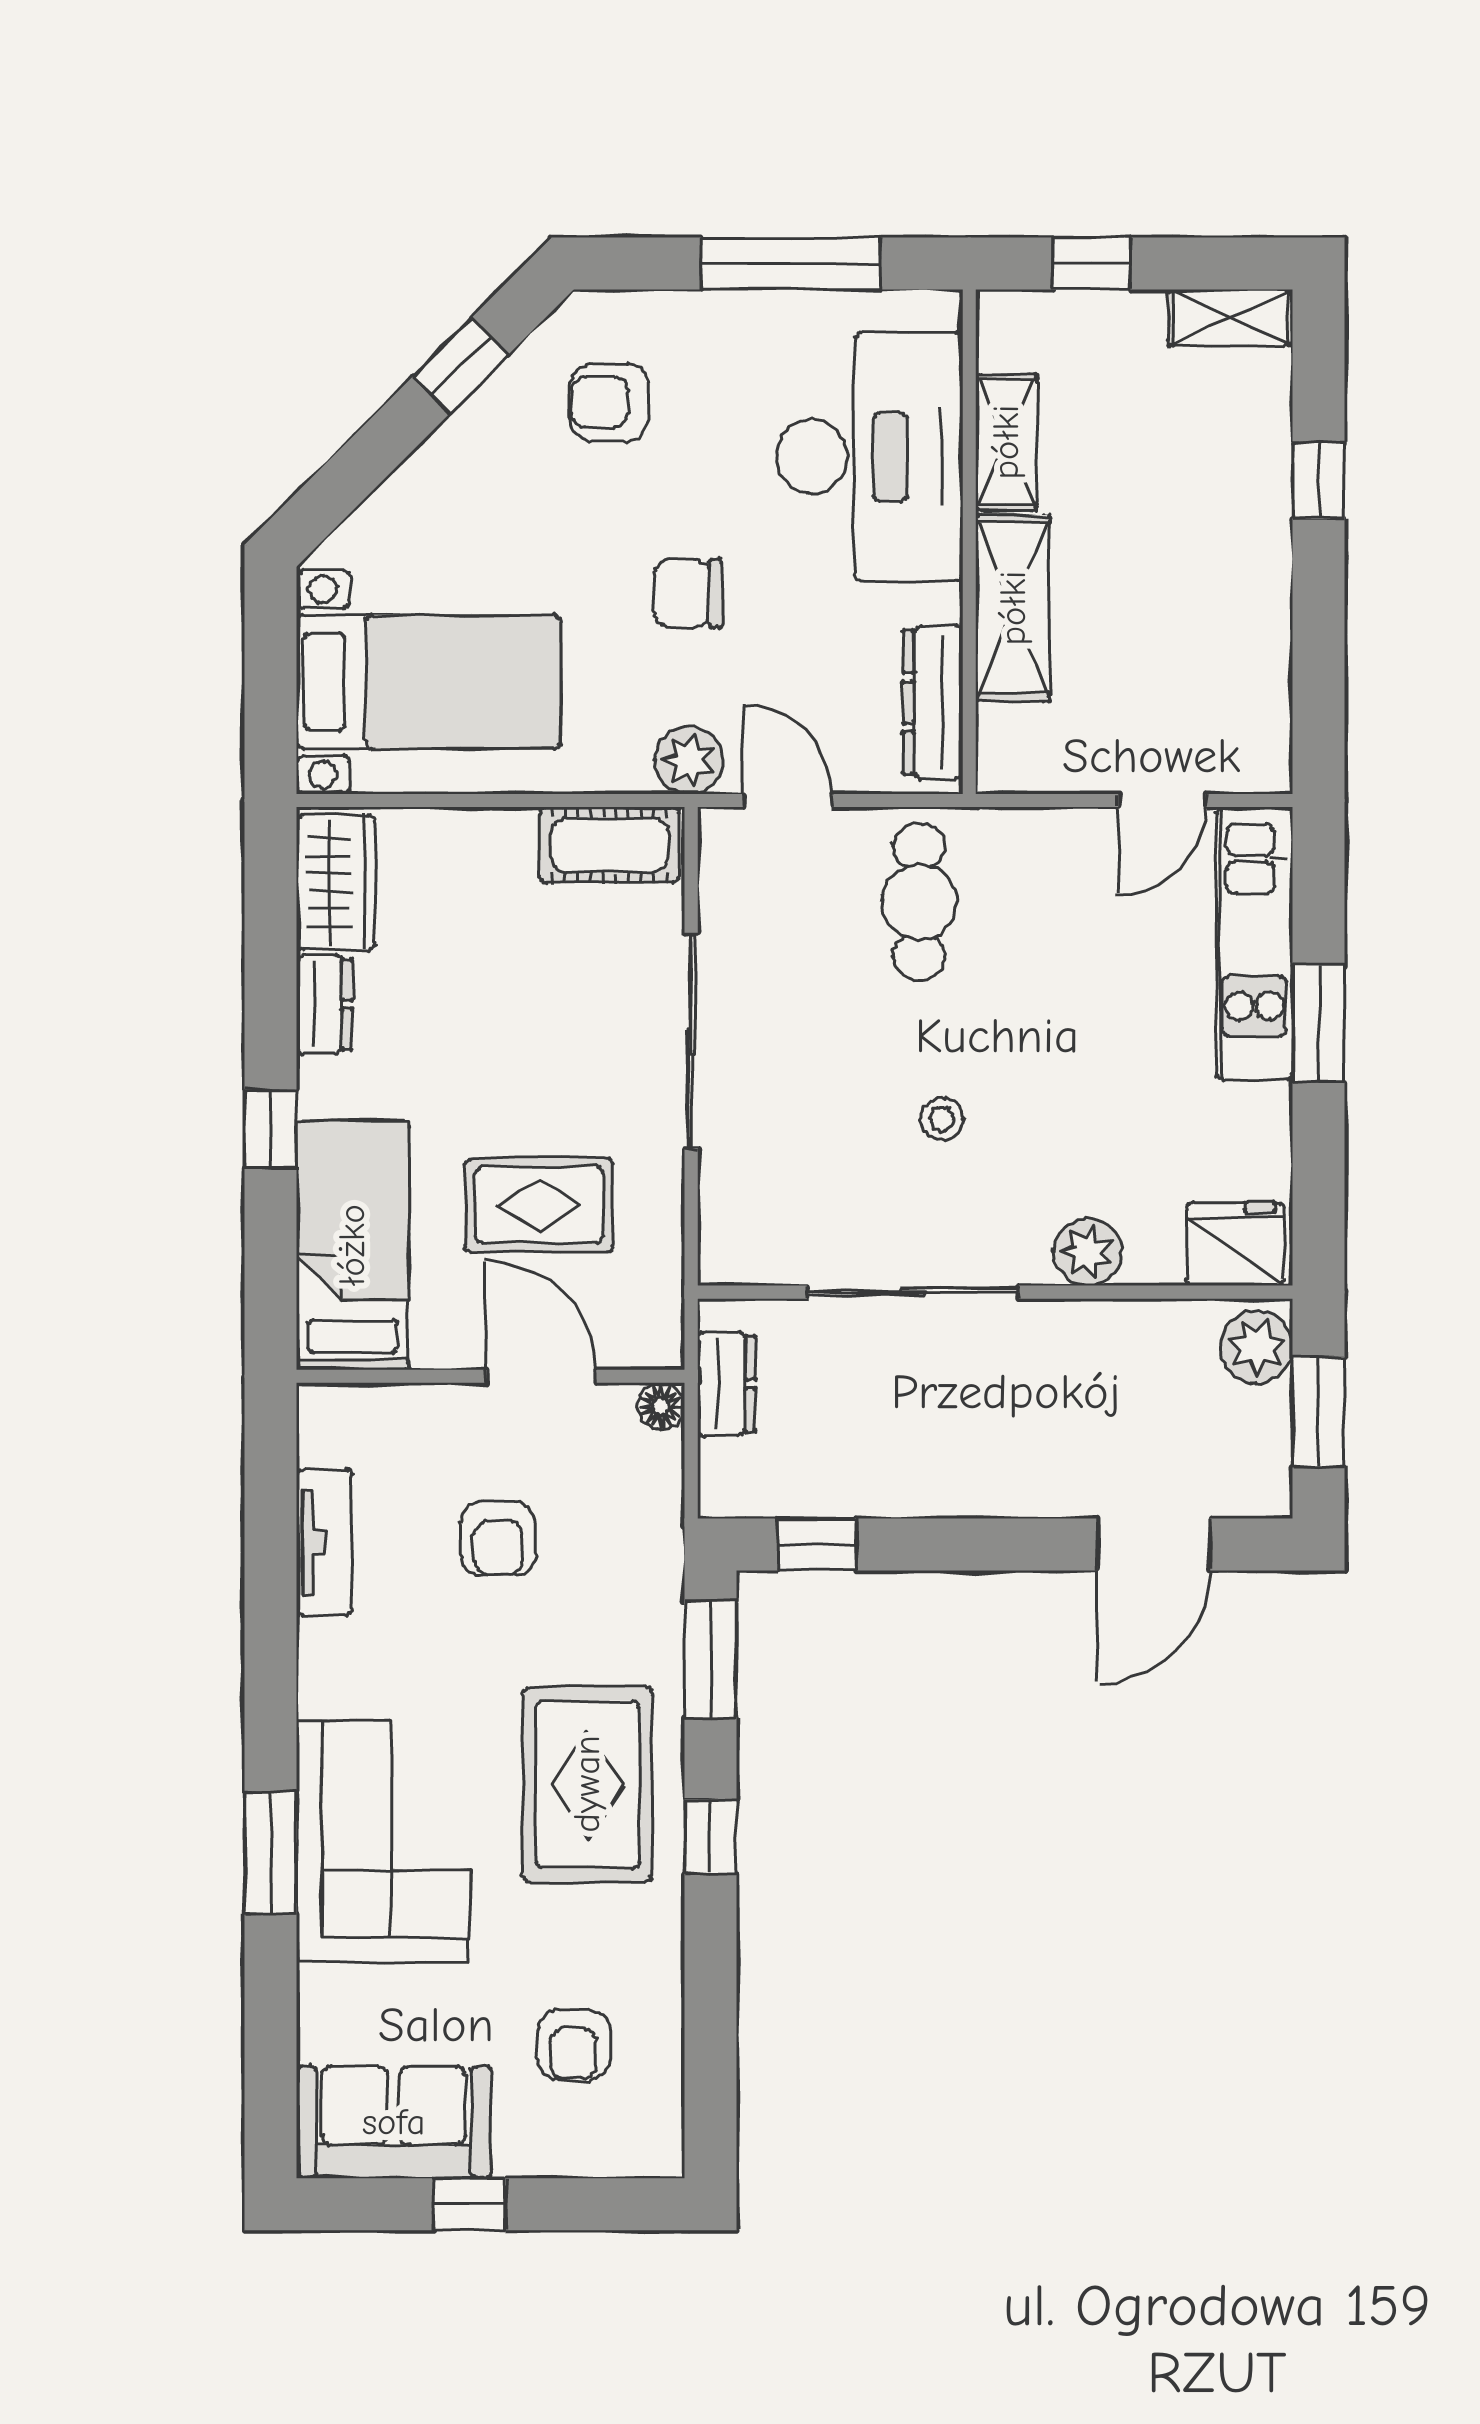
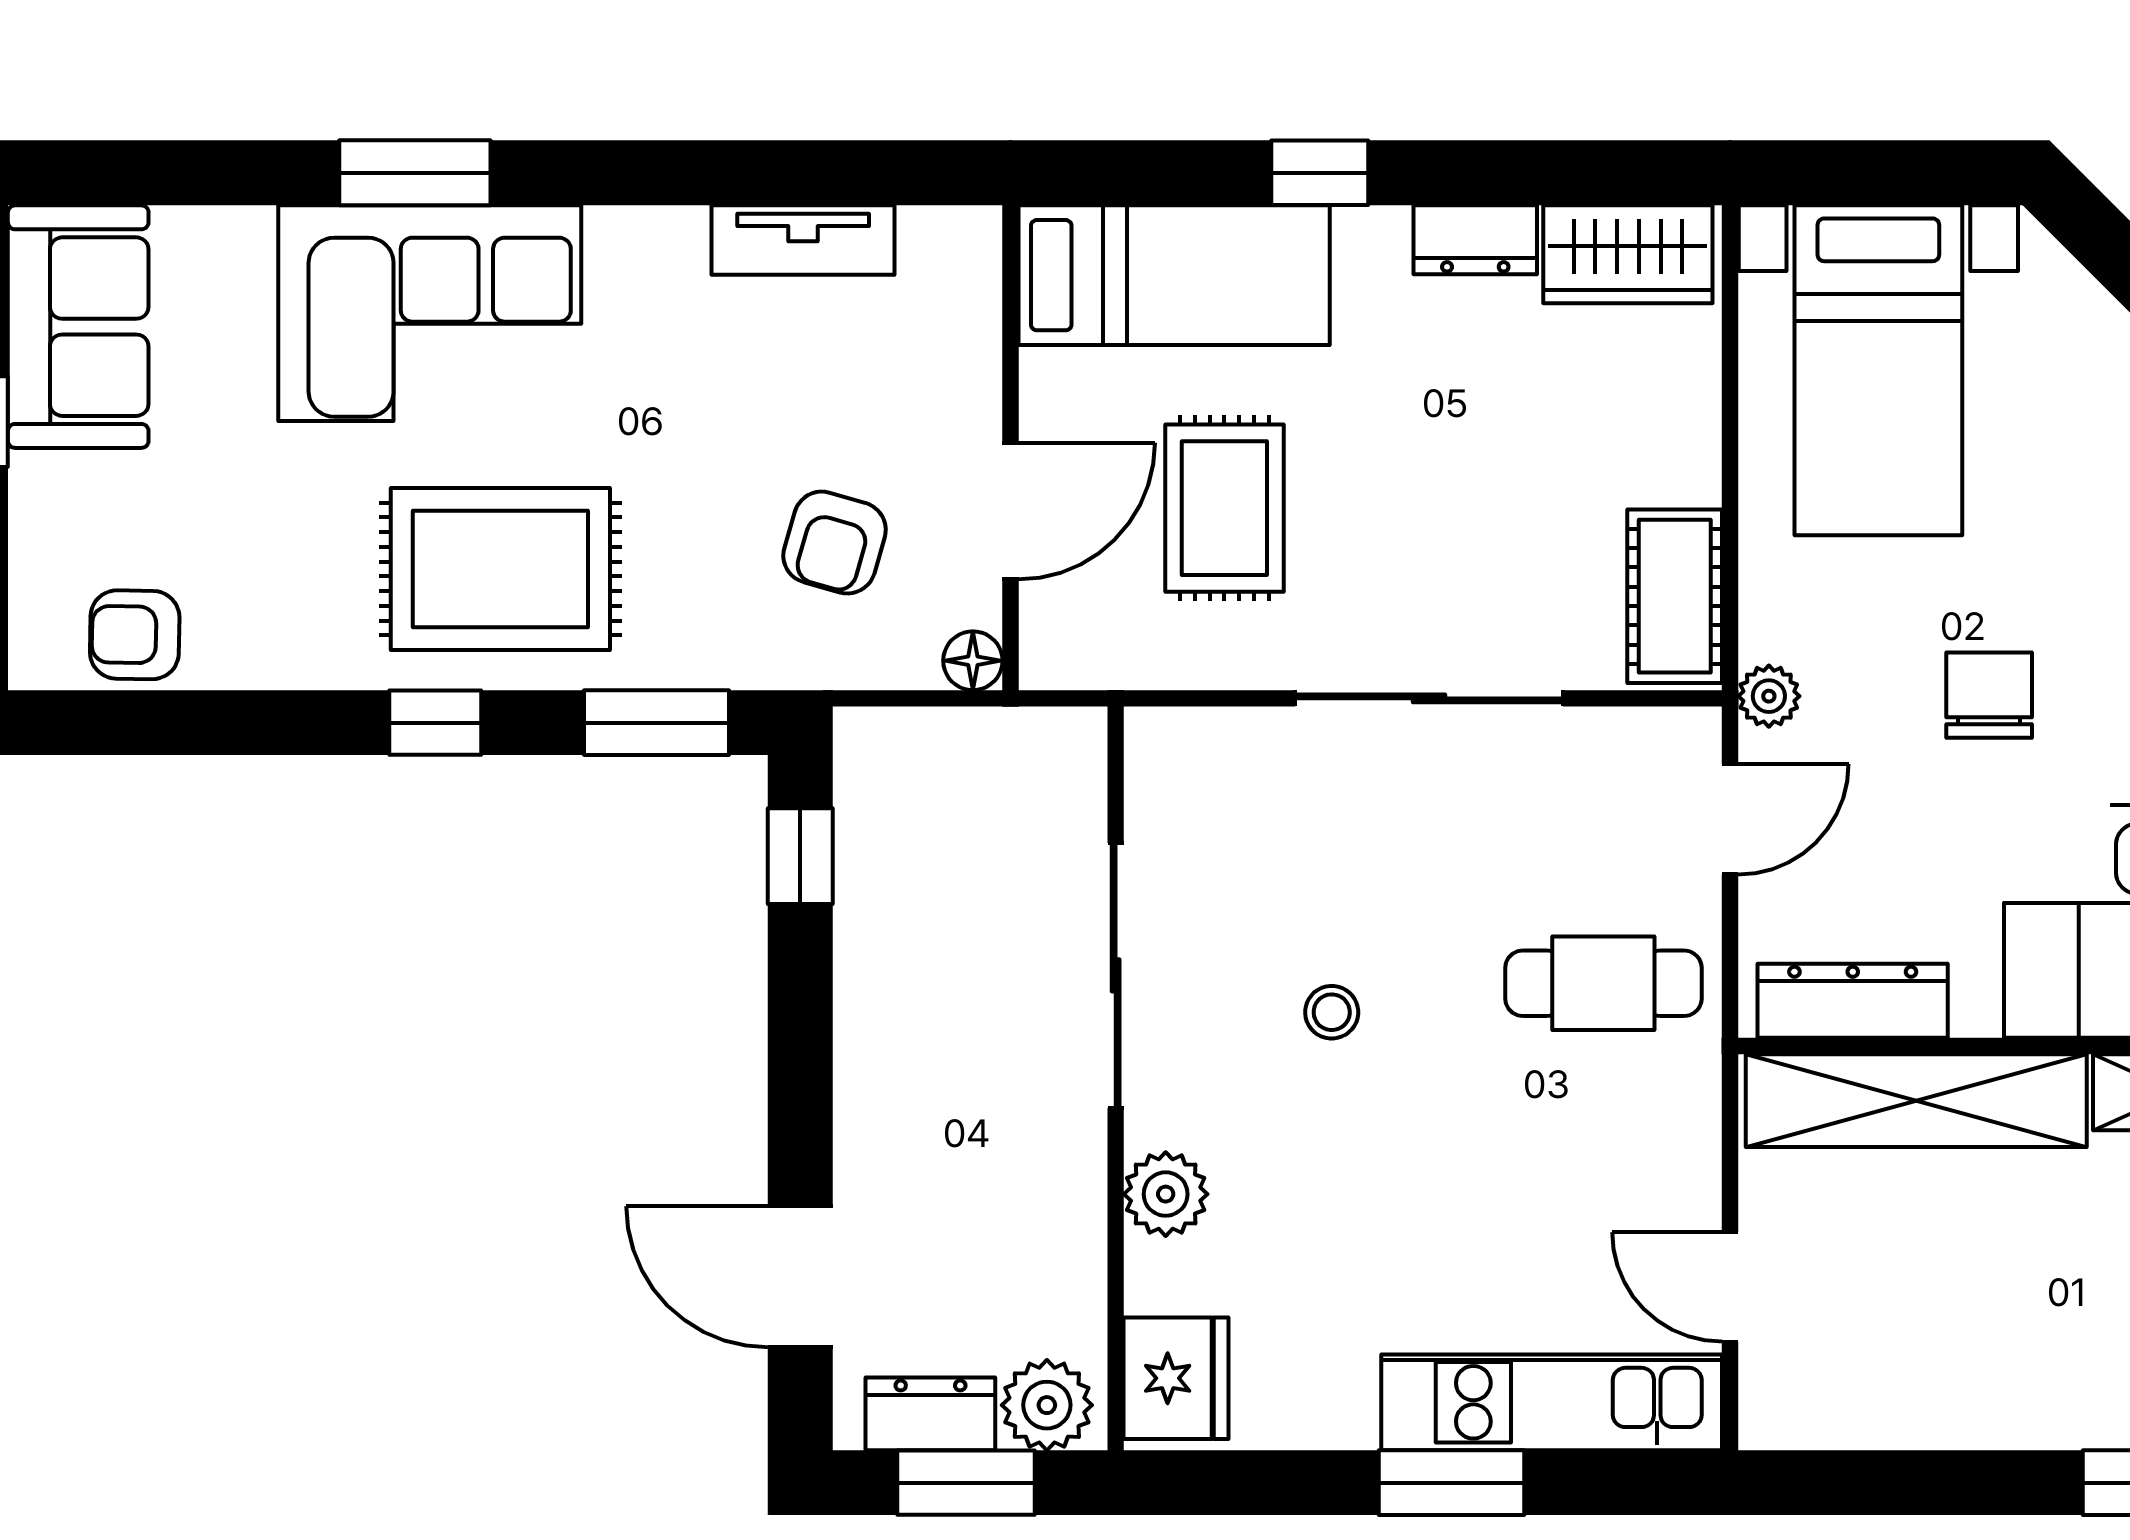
shelving: (1013, 608) -> (1916, 1101), width x1.47
plant: (689, 760) -> (1769, 696), width x0.73, depth x0.73
dresser: (727, 1384) -> (930, 1414), moved, turned 180
armchair: (498, 1539) -> (835, 543), moved, turned -74
armchair: (574, 2045) -> (135, 635), moved

